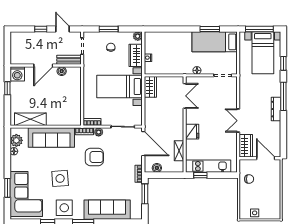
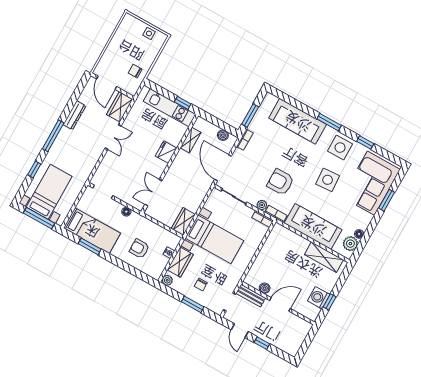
armchair: (172, 48) -> (139, 249), added
washing machine: (17, 74) -> (319, 298), moved, turned -90
dresser: (276, 109) -> (74, 115), moved

